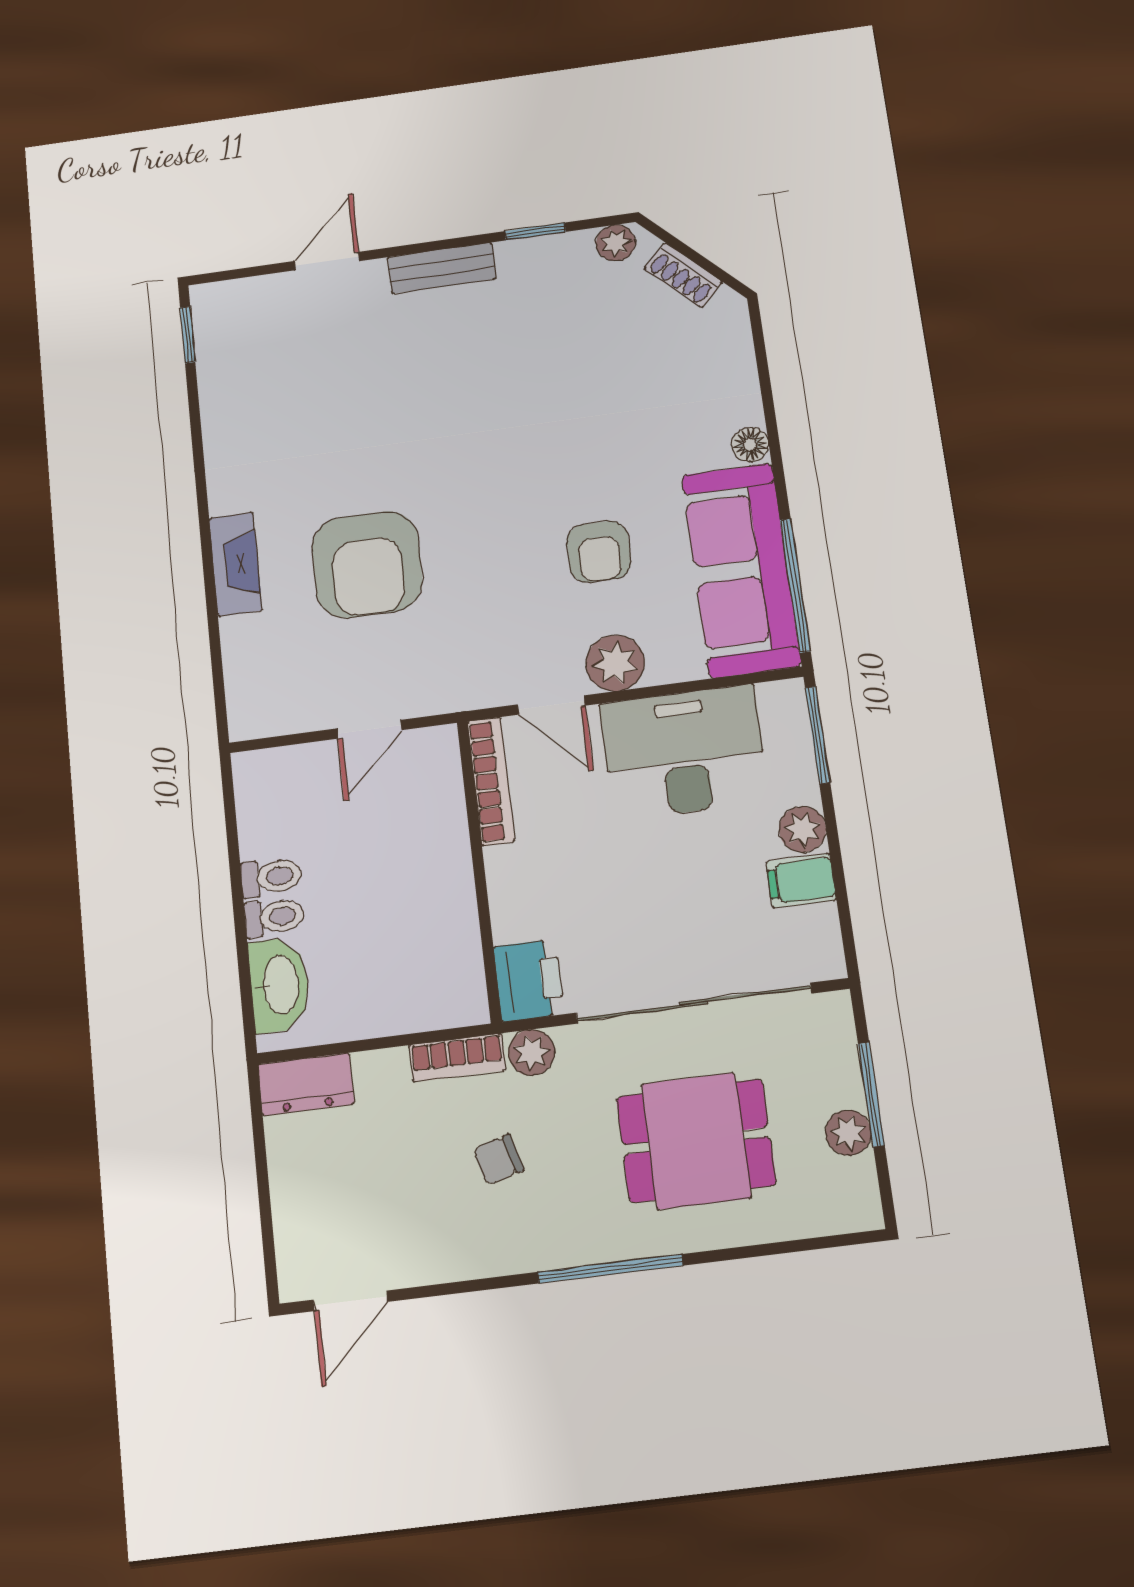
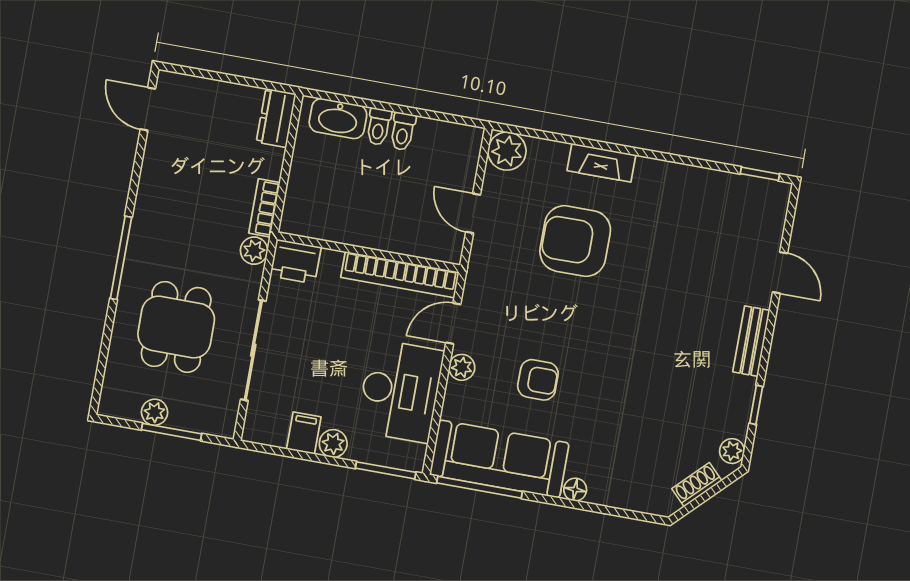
armchair: (599, 552) -> (538, 380), turned 180
plant: (615, 663) -> (462, 367), width x0.73, depth x0.73
plant: (257, 709) -> (507, 151), added
bookcase: (491, 781) -> (400, 275), width x1.48, depth x1.31
sliding door: (694, 1003) -> (253, 350), width x0.73
chair: (498, 1160) -> (200, 214), removed

